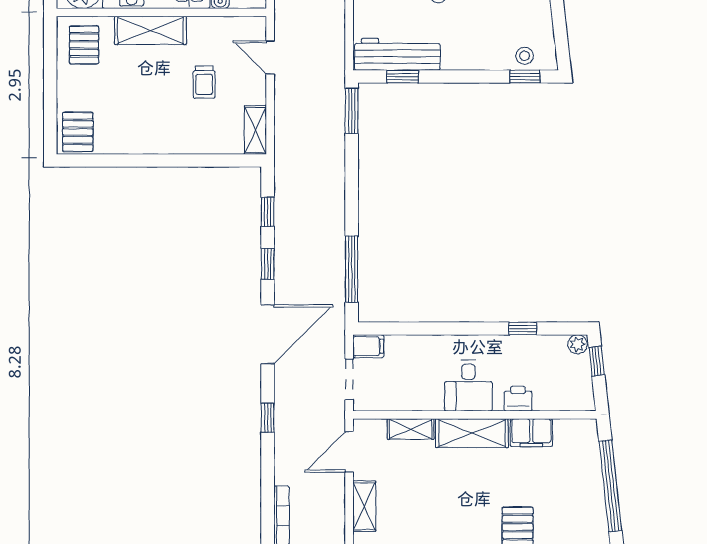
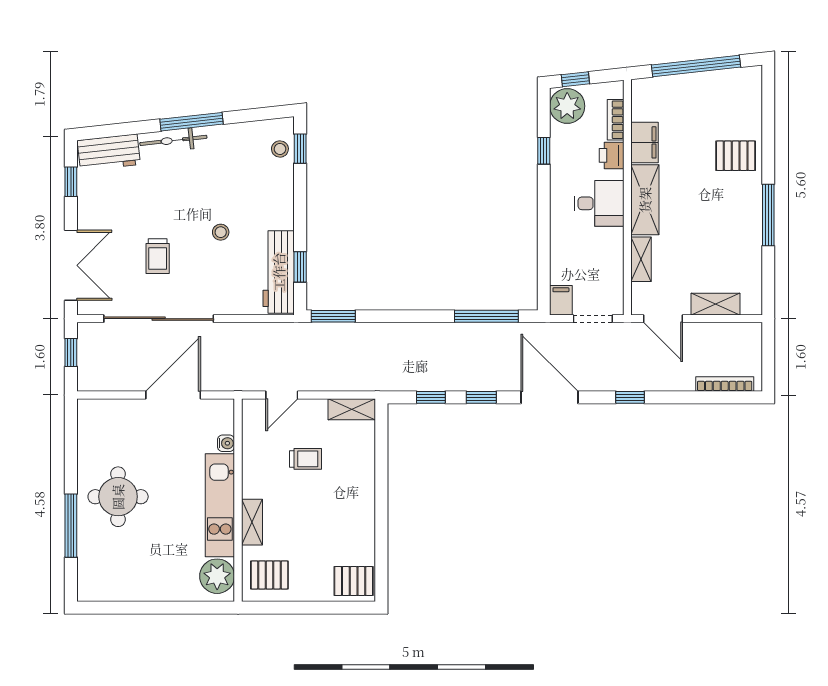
shelving: (150, 30) -> (252, 522), width x0.67, depth x0.75
plant: (577, 344) -> (567, 106), width x1.88, depth x1.88
bookcase: (555, 403) -> (616, 120), added

